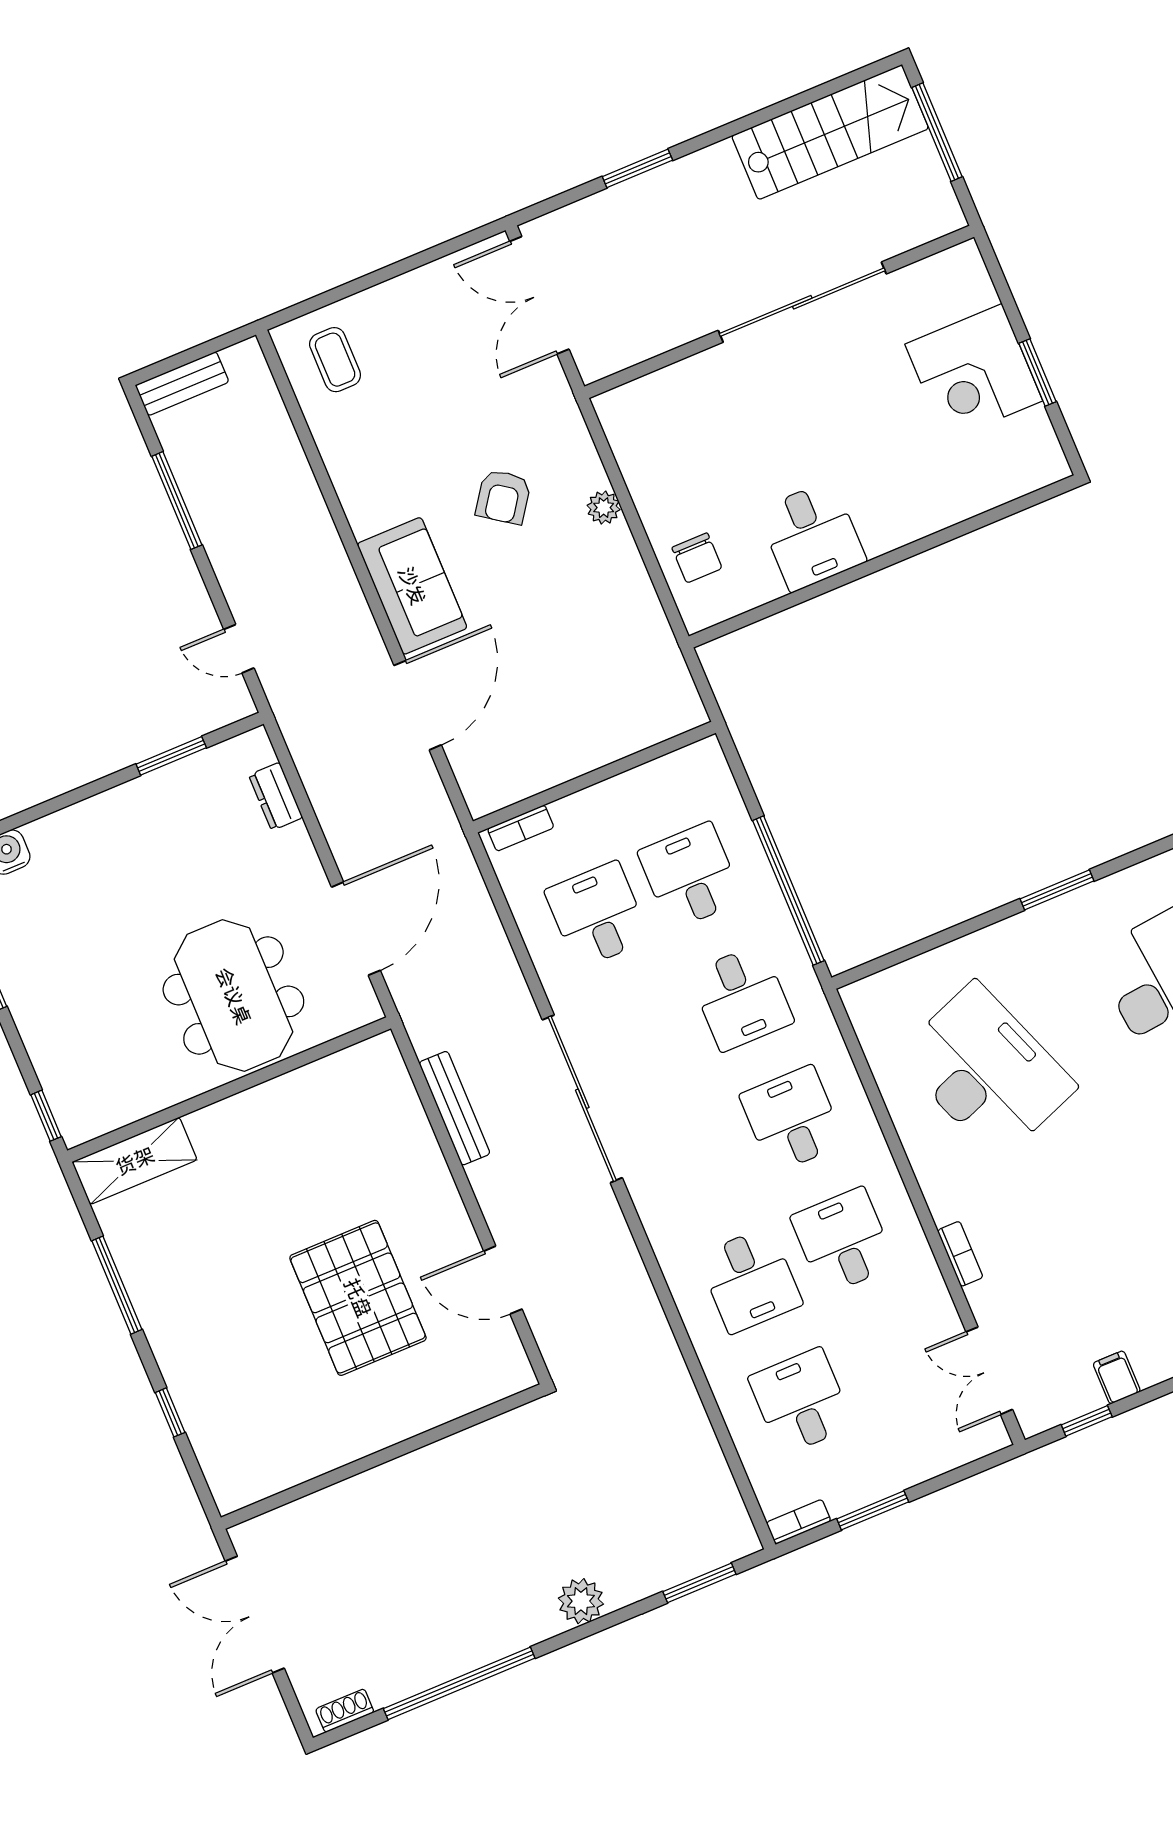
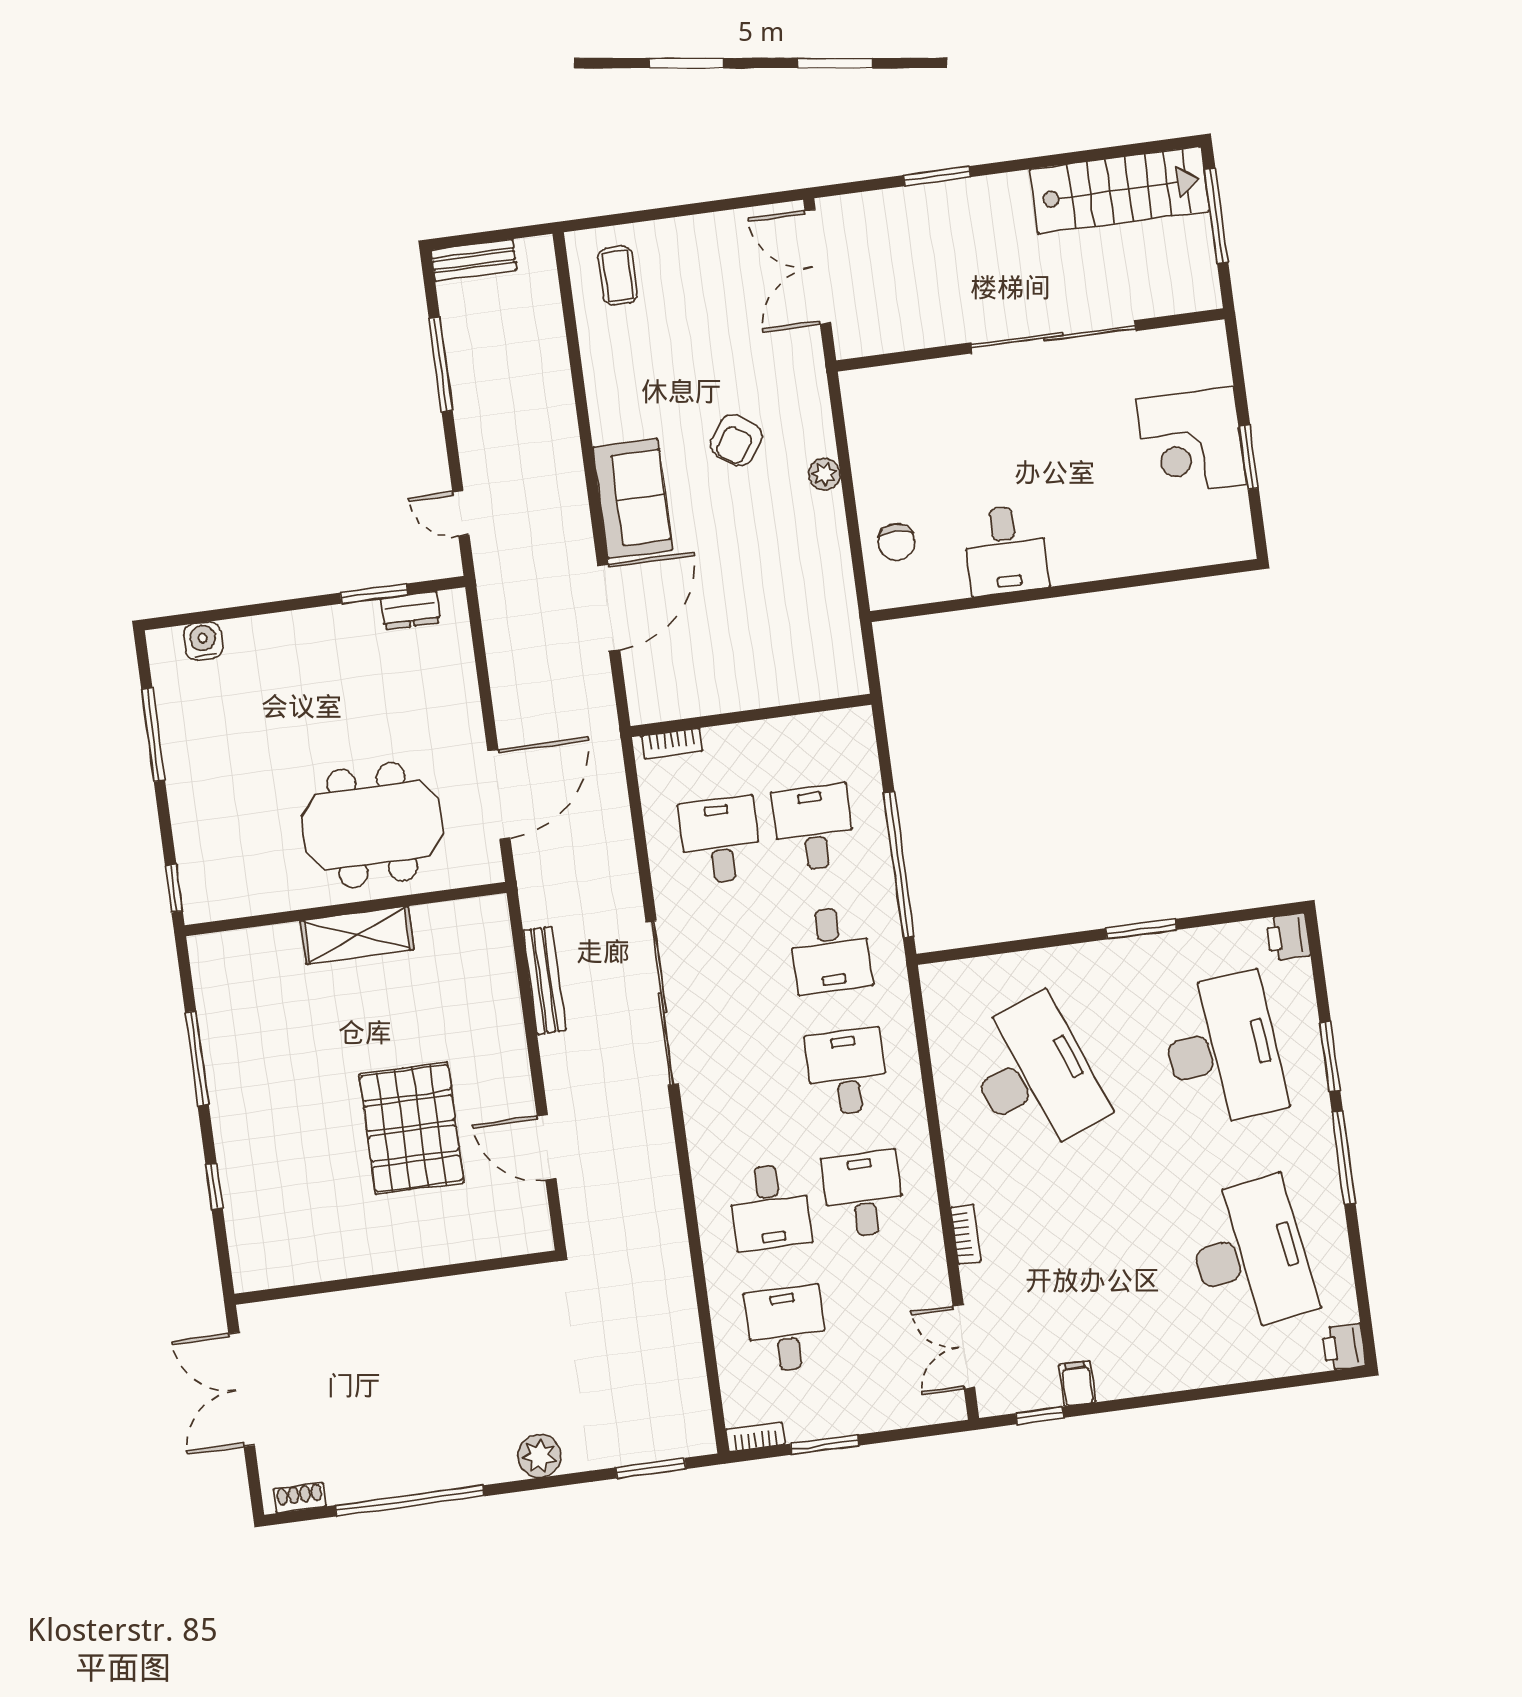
dresser: (276, 796) -> (410, 610), moved, turned -90
meeting table: (233, 996) -> (372, 825), turned 90
shelving: (135, 1161) -> (357, 935), moved

